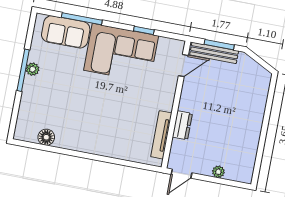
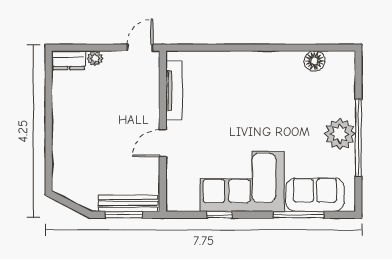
door: (183, 65) -> (163, 143), moved
plant: (33, 69) -> (340, 134), width x1.88, depth x1.88
window: (23, 70) -> (358, 138), width x1.46
dresser: (182, 125) -> (69, 60), moved, turned -90

